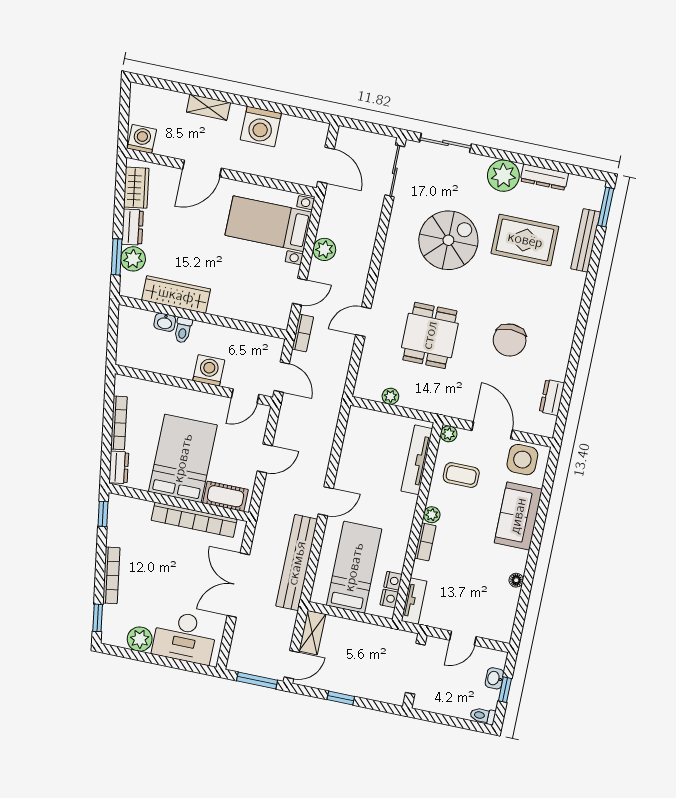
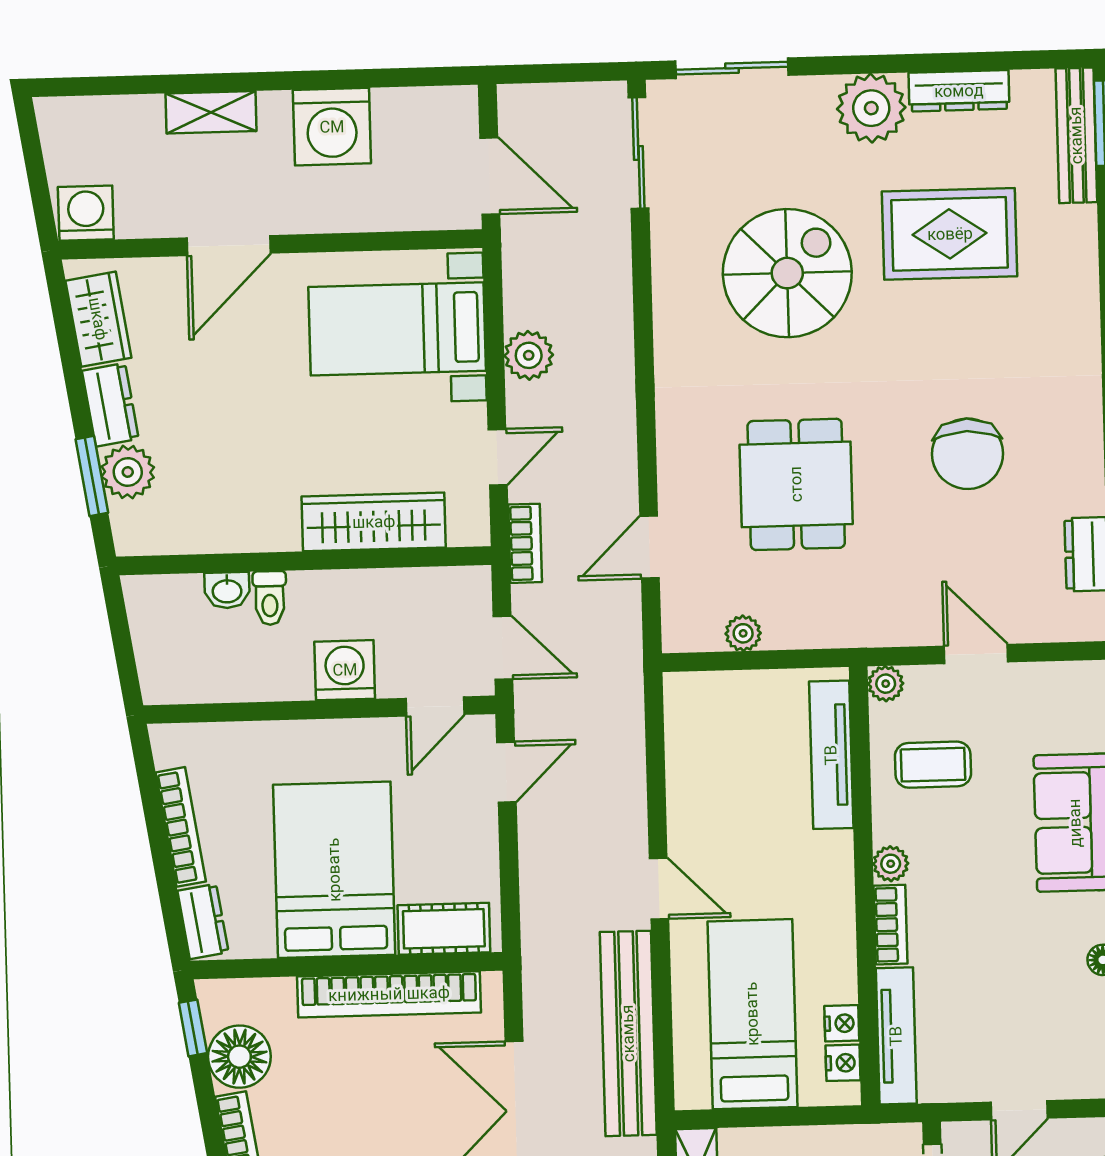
bench: (586, 240) -> (1076, 135), moved
wardrobe: (176, 295) -> (374, 522), moved
door: (363, 322) -> (649, 547), moved
door: (492, 430) -> (976, 654), width x0.73
door: (265, 458) -> (506, 772), moved
side table: (522, 460) -> (1055, 701), removed
door: (326, 501) -> (659, 889), hinge flipped
floor lamp: (121, 532) -> (239, 1057), added
tv unit: (414, 601) -> (896, 1036), width x1.41

